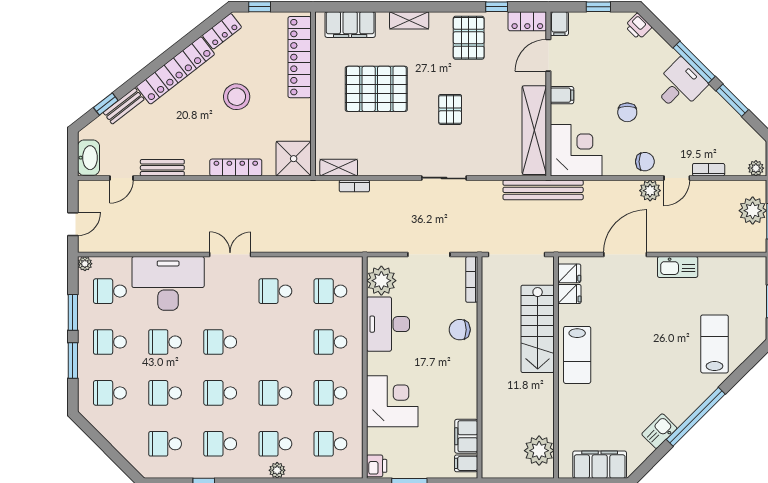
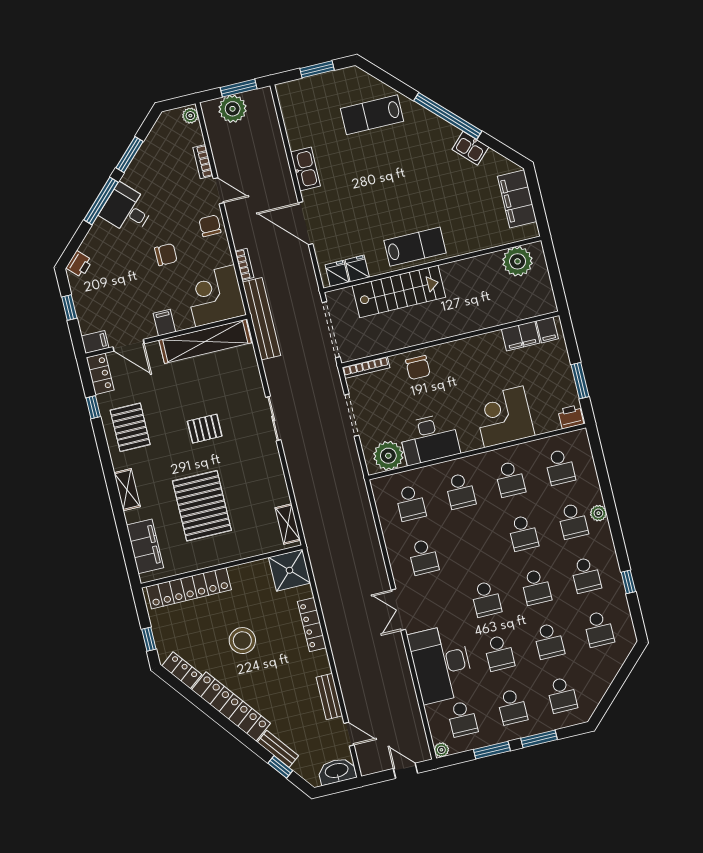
pallet: (469, 38) -> (130, 427), turned 90
bookcase: (354, 186) -> (244, 264), moved
plant: (650, 191) -> (237, 214), removed

